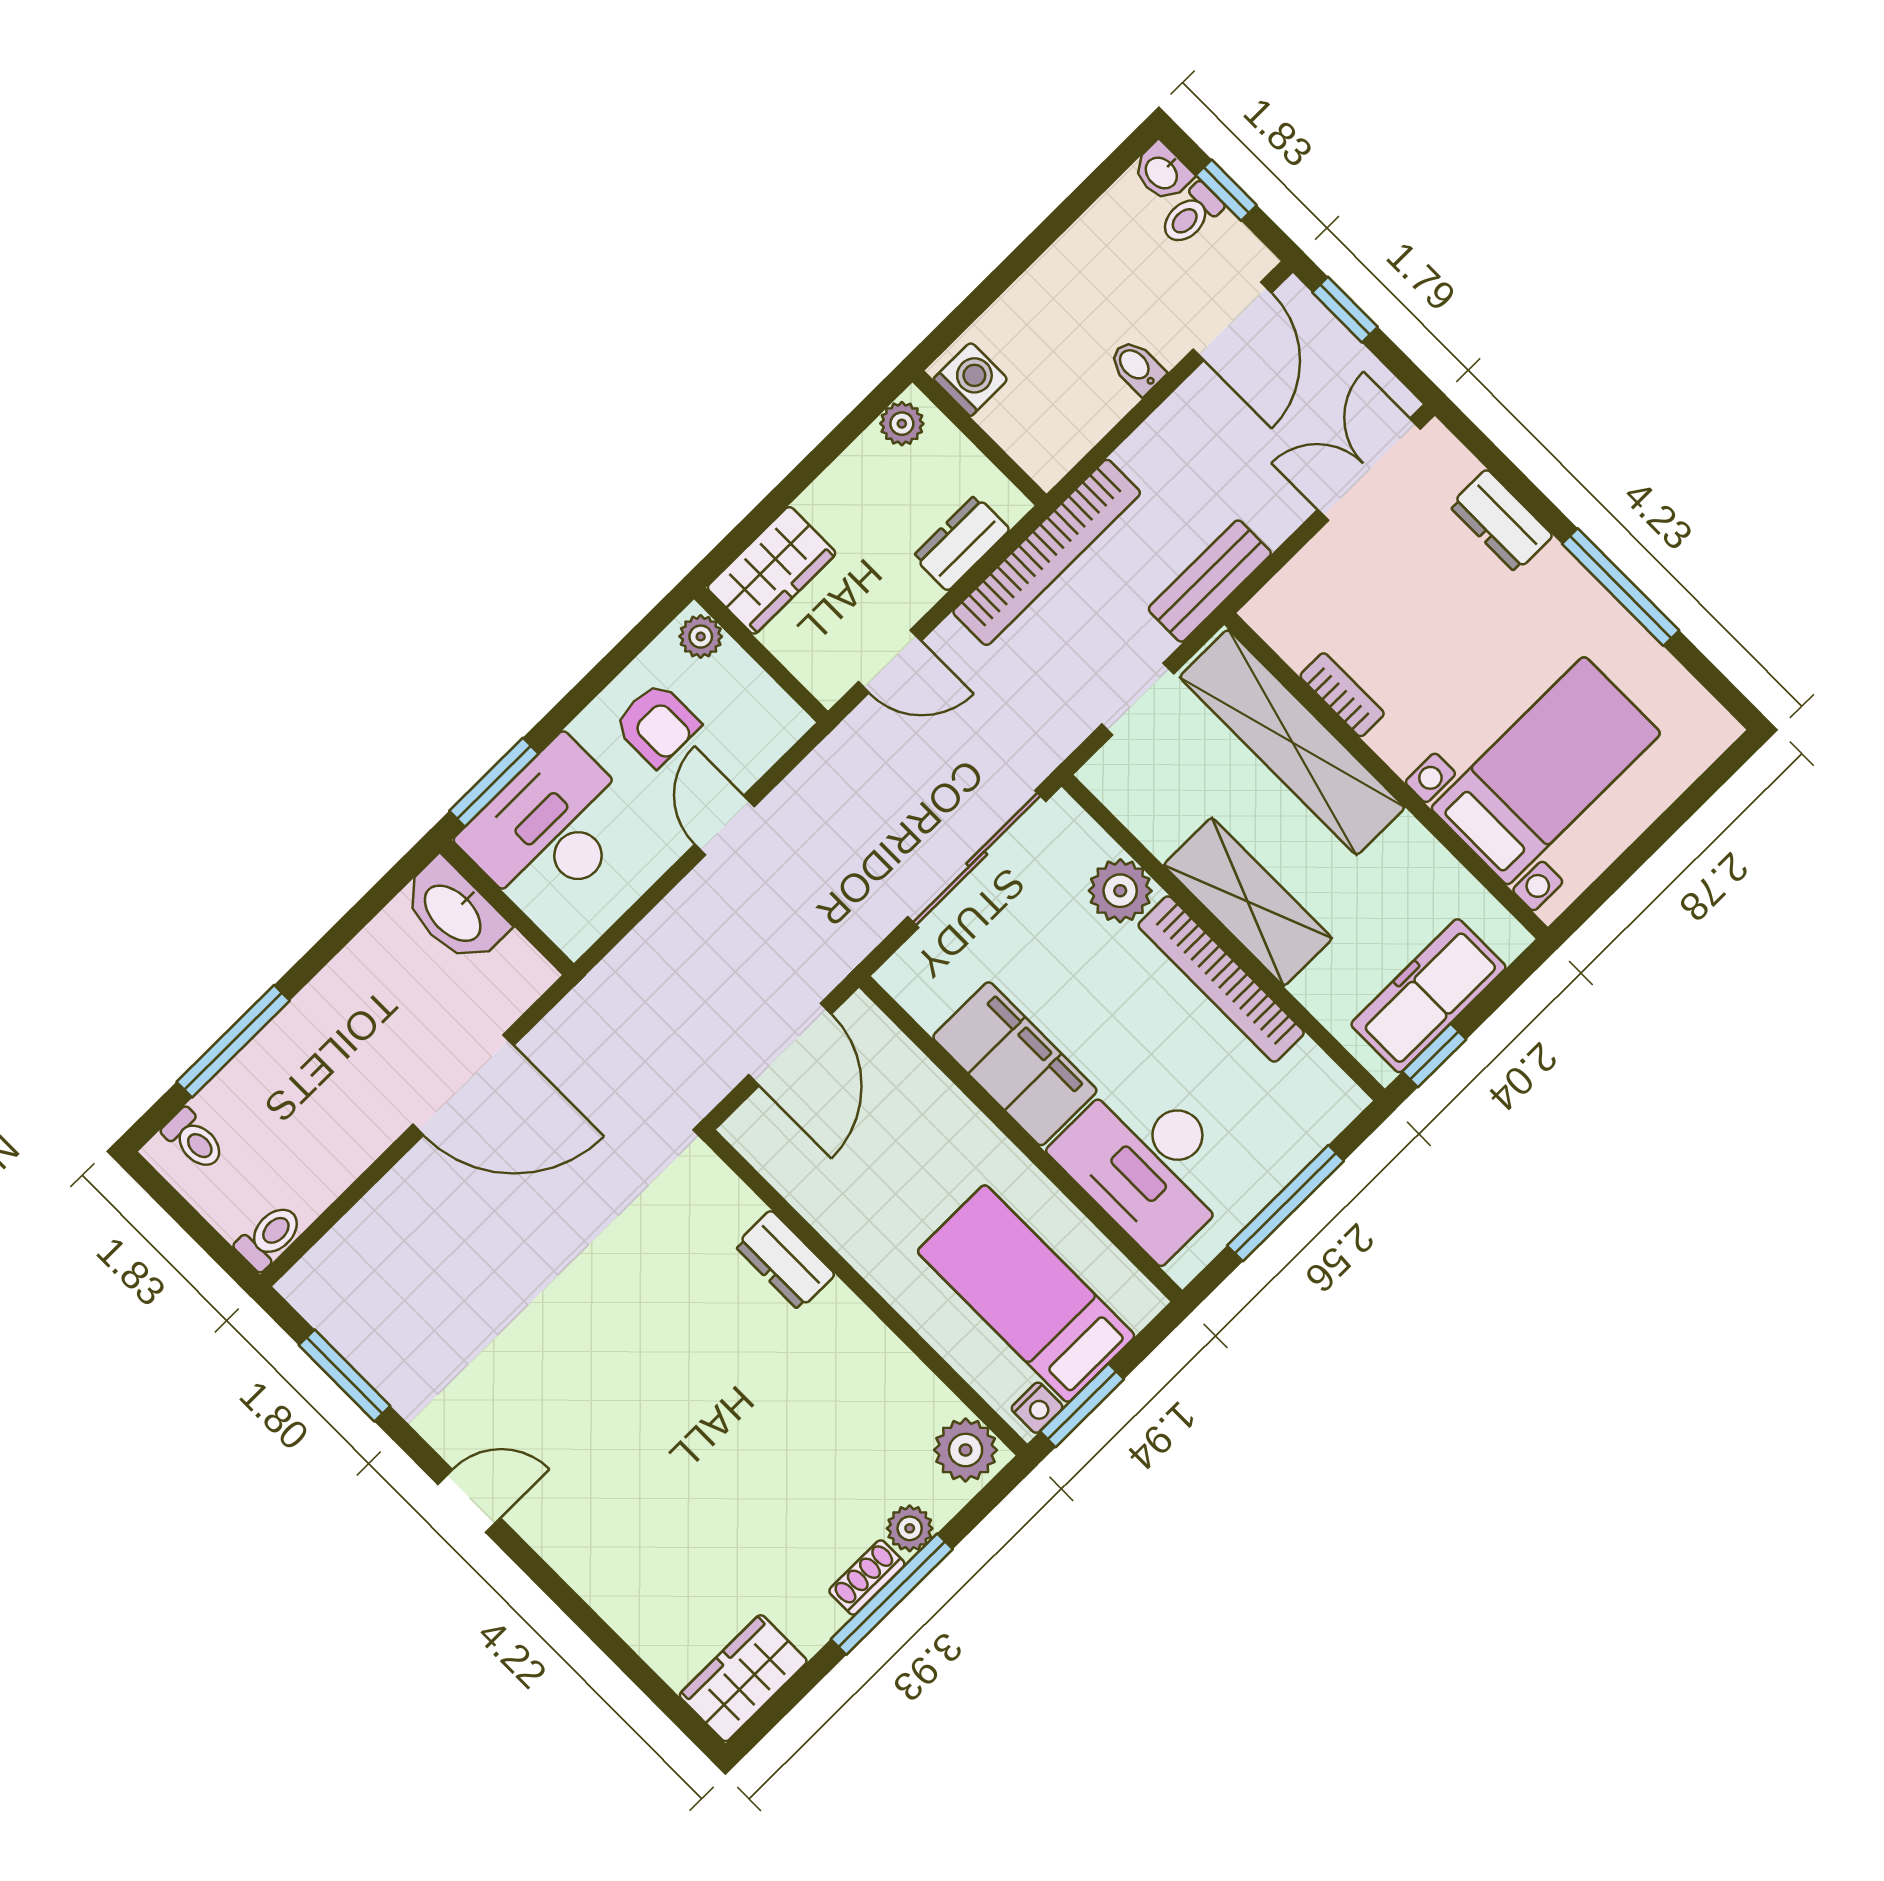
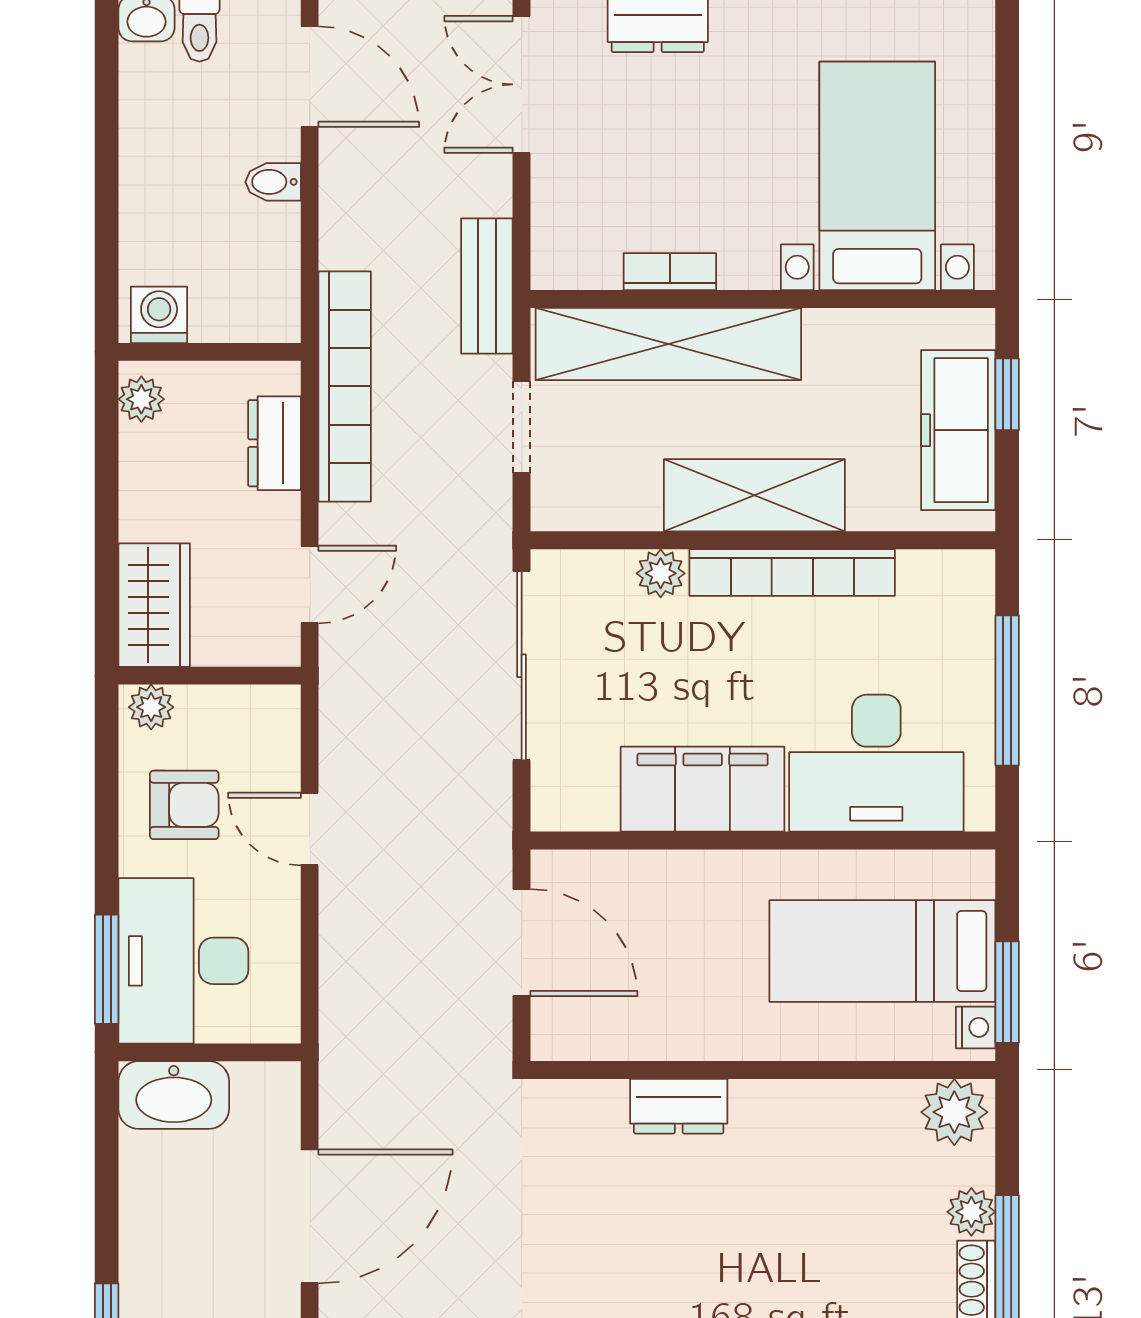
plant: (1120, 891) -> (661, 573), width x0.73, depth x0.73
window: (1434, 1055) -> (1007, 394), moved

